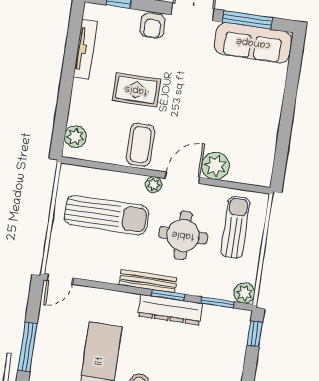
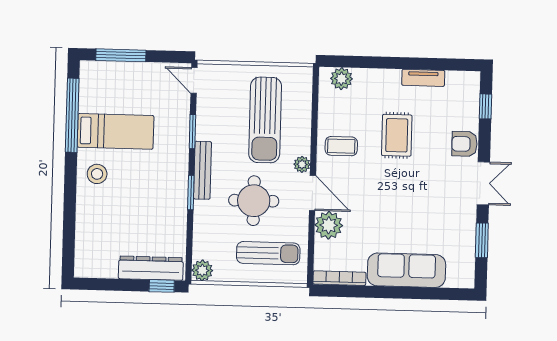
window: (248, 20) -> (482, 240), width x0.69
sofa: (253, 43) -> (406, 270), moved, turned 90
tv unit: (85, 49) -> (423, 78), width x0.71
coffee table: (140, 145) -> (341, 146), width x0.73, depth x0.77
bookcase: (268, 162) -> (339, 278), added
window: (218, 302) -> (192, 132), moved
dresser: (170, 310) -> (151, 268), moved, turned 90

